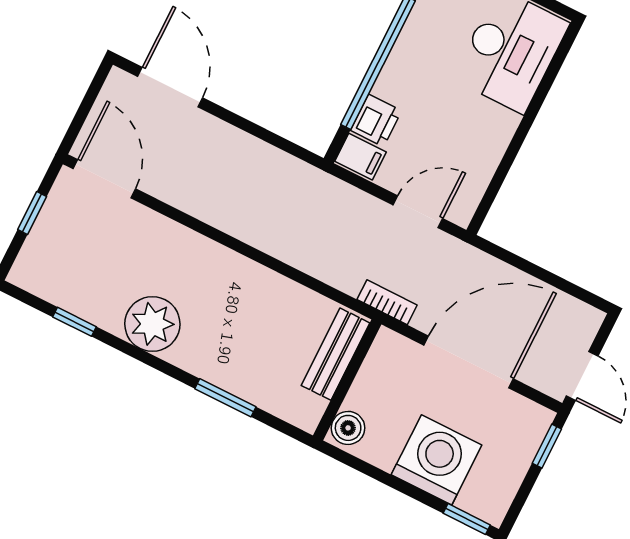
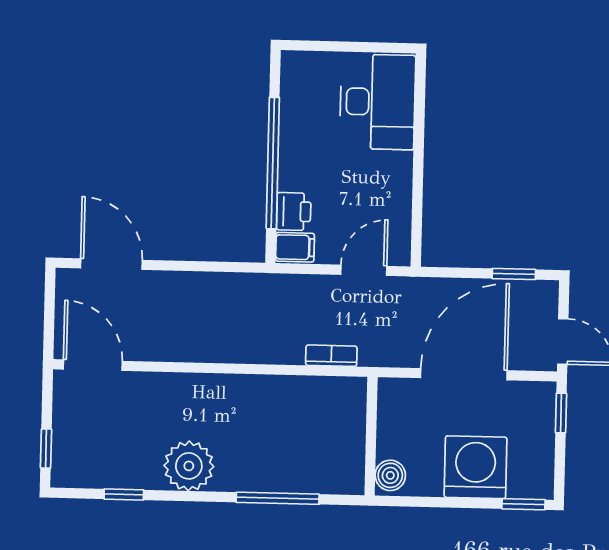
window: (32, 213) -> (46, 449), moved
window: (565, 286) -> (514, 274), added
bookcase: (387, 302) -> (331, 356), moved
bench: (335, 354) -> (351, 420), removed
window: (225, 398) -> (278, 498), width x1.44

